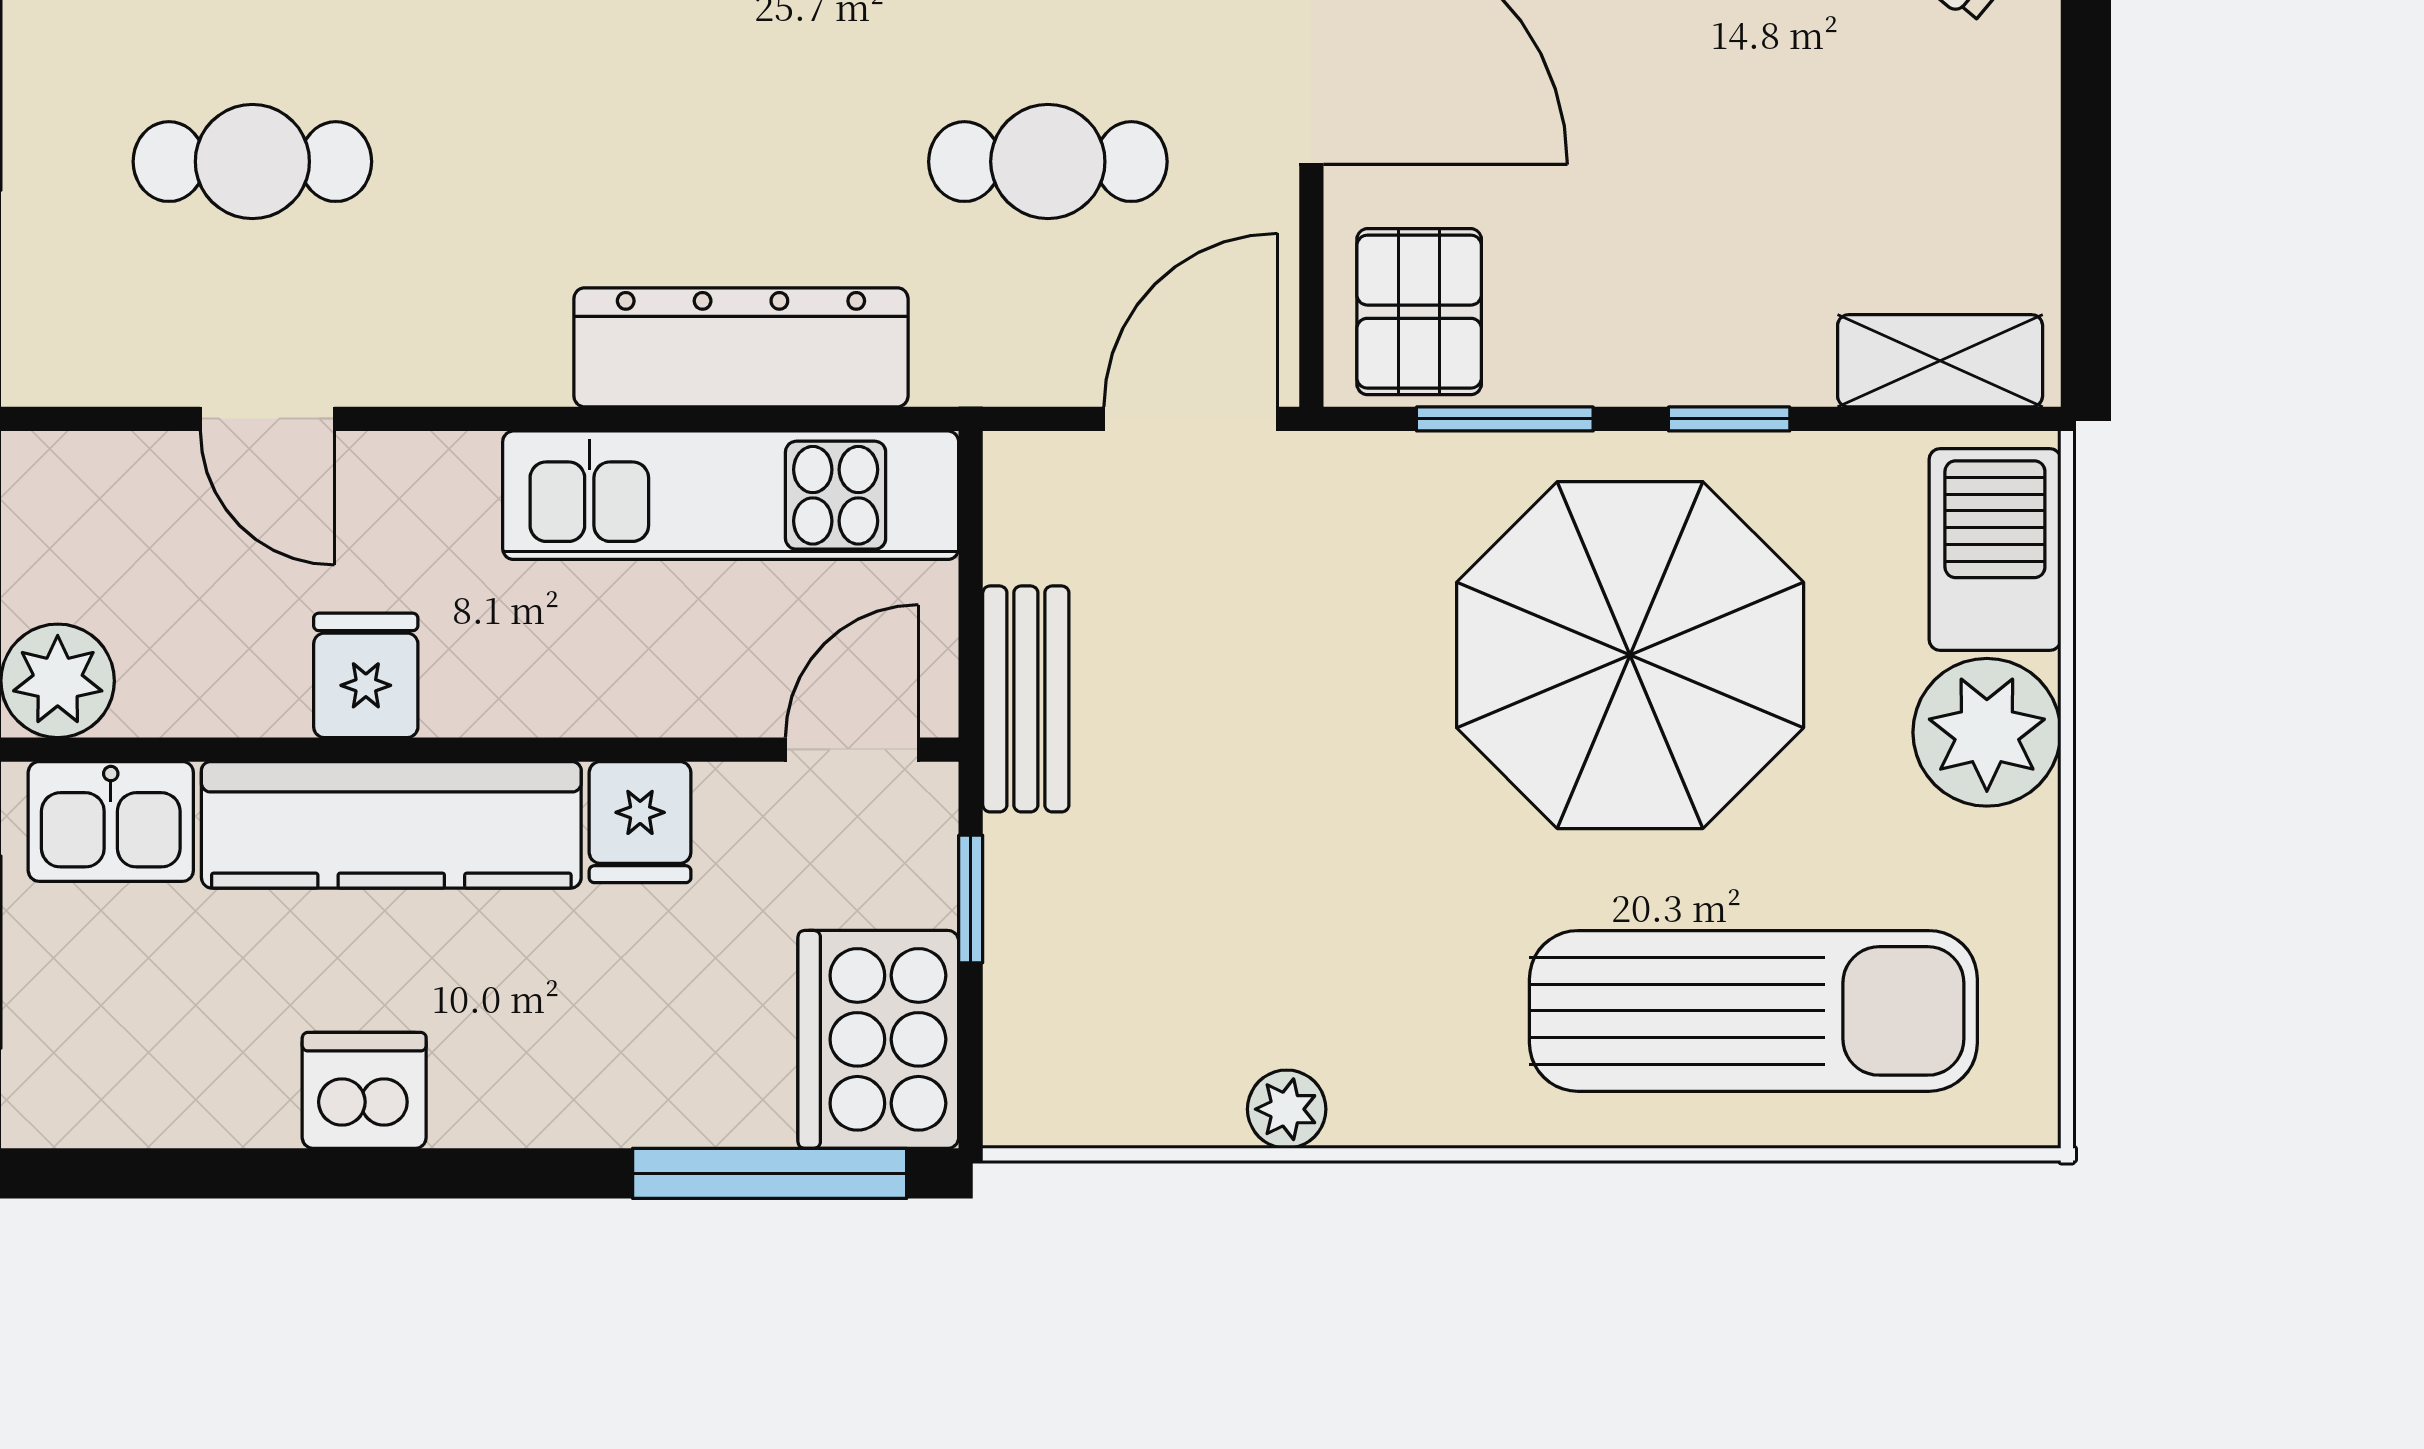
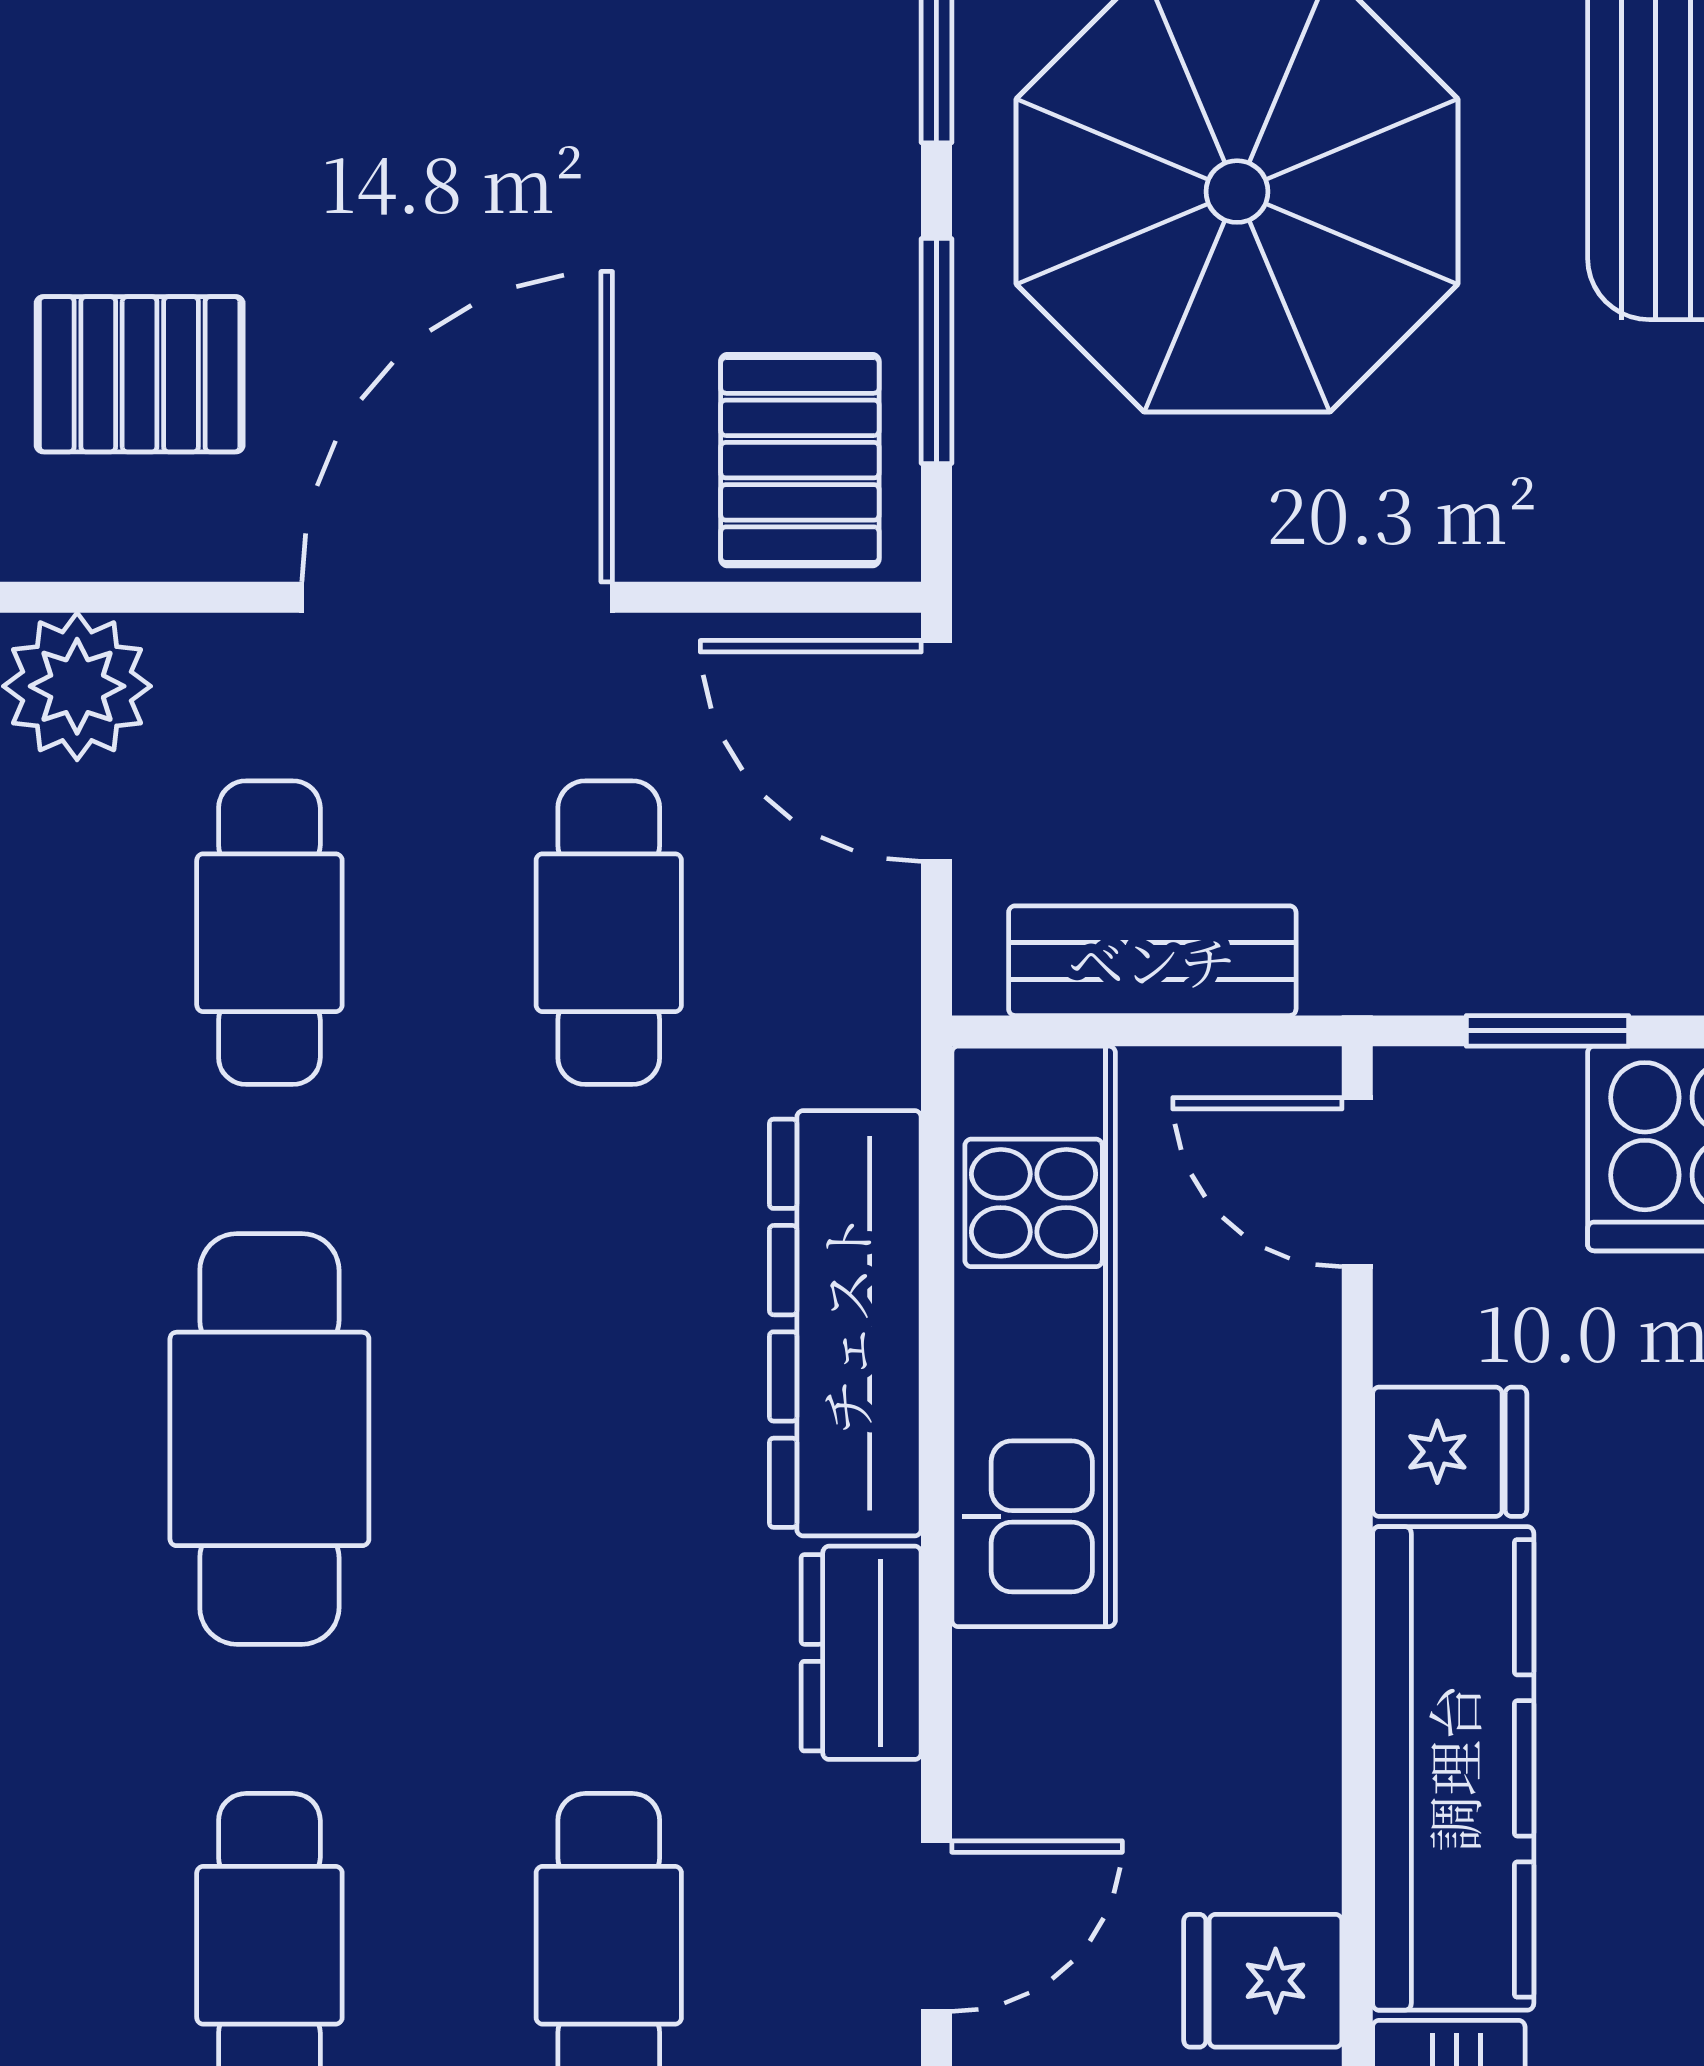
pallet: (1419, 312) -> (800, 460), turned 90
dresser: (482, 360) -> (861, 1653), added
fridge: (366, 675) -> (1263, 1981), moved
bench: (1026, 699) -> (1152, 961), moved

